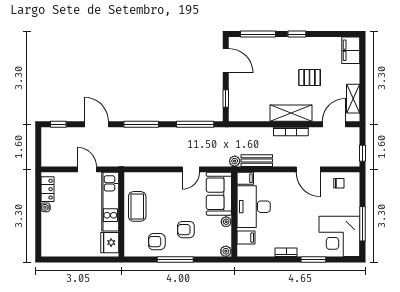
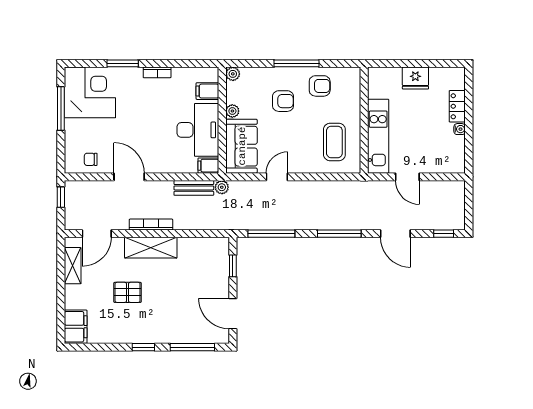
locker: (47, 189) -> (457, 106), moved
coffee table: (137, 206) -> (334, 142), moved
fridge: (110, 243) -> (415, 78), moved, turned 90

